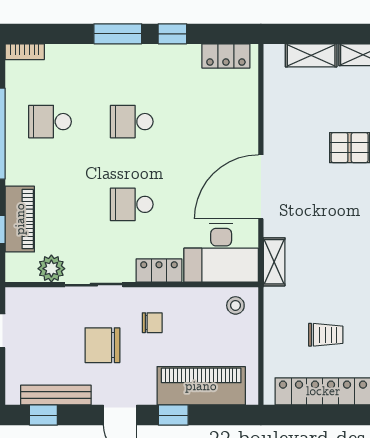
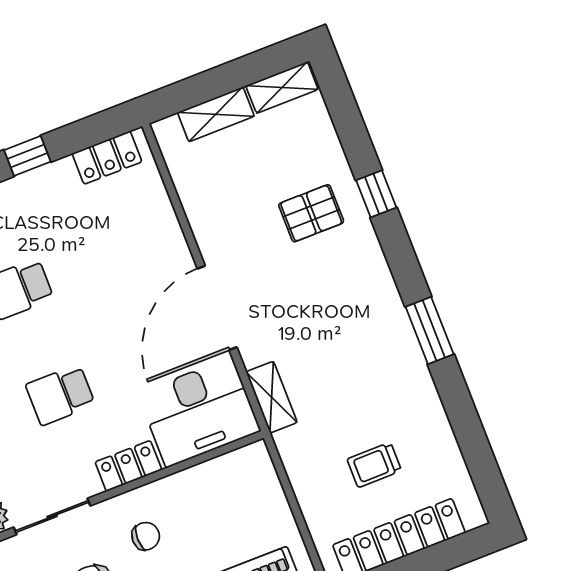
stool: (235, 305) -> (244, 472), removed
trolley: (326, 335) -> (374, 465), turned 180

